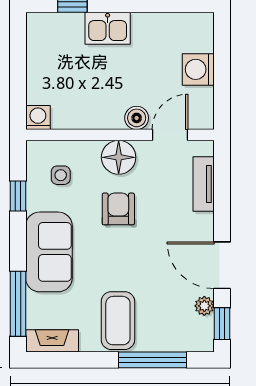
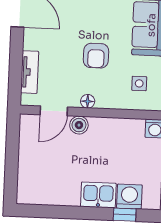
washing machine: (198, 69) -> (129, 197), moved, turned -90
floor lamp: (119, 157) -> (88, 101), width x0.53, depth x0.53

